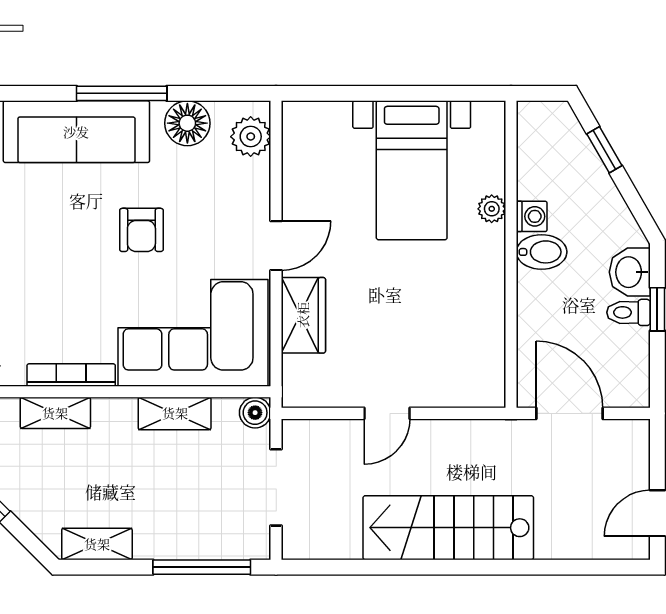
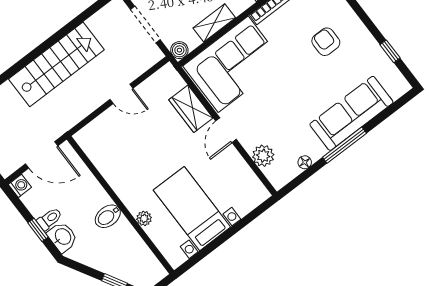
floor lamp: (187, 123) -> (305, 162), width x0.53, depth x0.53
plant: (251, 137) -> (263, 156), moved
washing machine: (532, 216) -> (20, 186), moved, turned 180
armchair: (141, 230) -> (326, 42), moved
door: (387, 413) -> (121, 94), swing flipped

